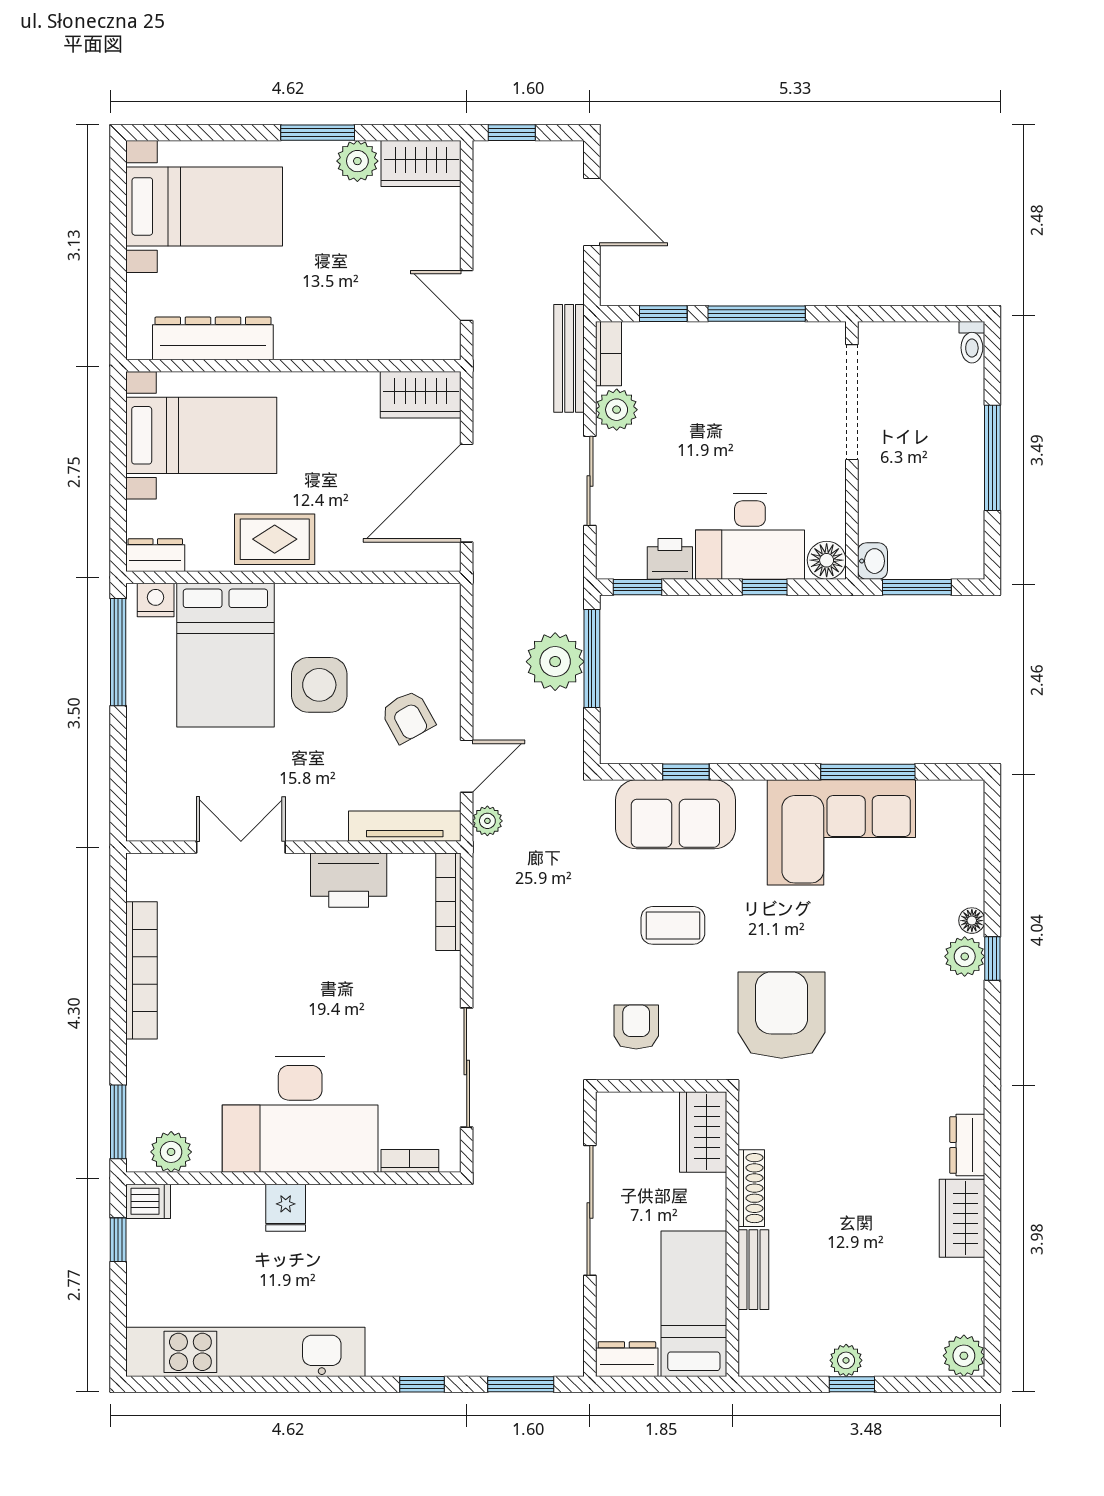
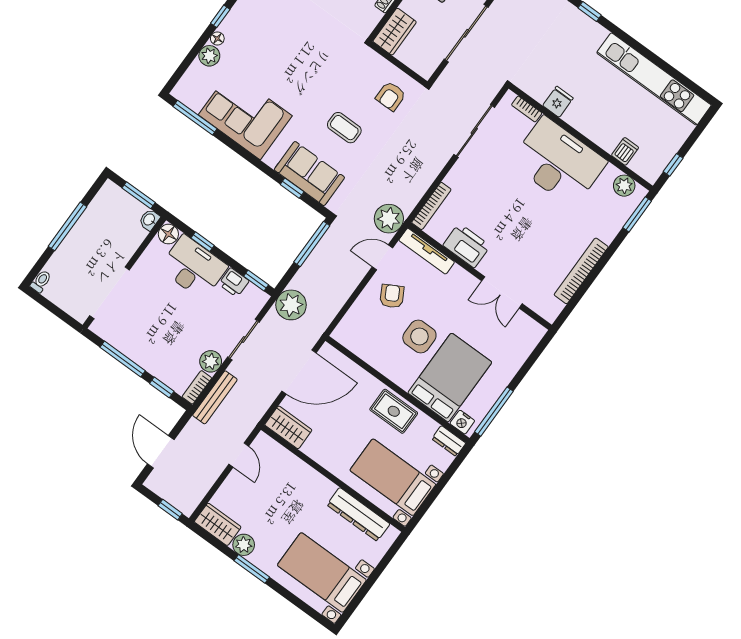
window: (592, 658) -> (312, 244), moved
plant: (555, 662) -> (291, 305), moved
window: (868, 772) -> (195, 118), moved
plant: (487, 821) -> (389, 219), width x1.88, depth x1.88
plant: (965, 956) -> (209, 56), moved
armchair: (781, 1015) -> (326, 57), removed
dishwasher: (148, 1201) -> (625, 151), moved, turned 90
fridge: (286, 1208) -> (558, 102), moved

